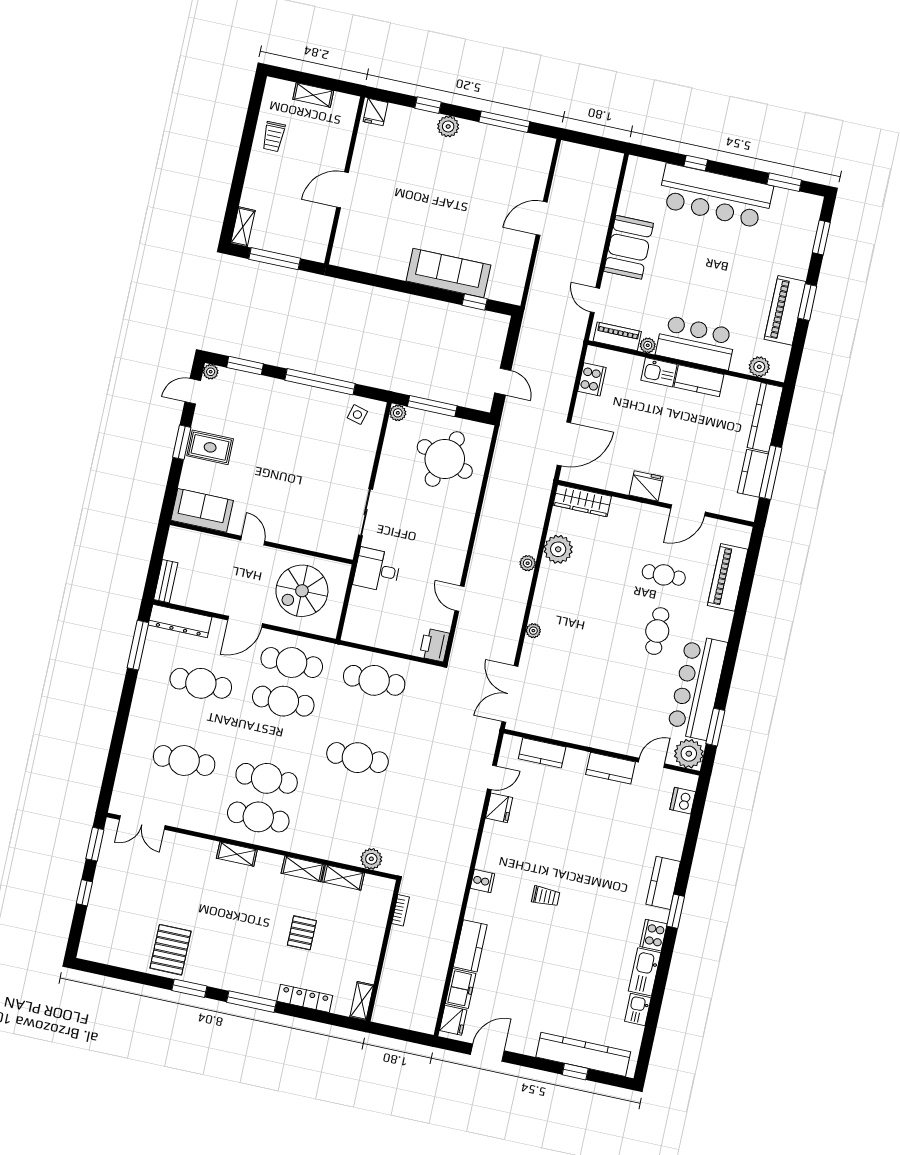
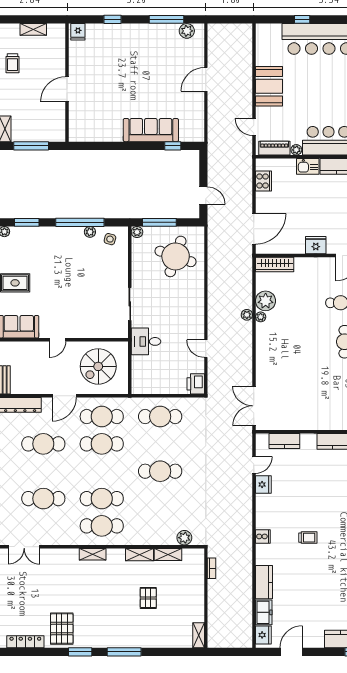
plant: (448, 126) -> (187, 31), moved
plant: (331, 398) -> (90, 232), added
door: (253, 541) -> (58, 340), swing flipped
plant: (533, 631) -> (261, 317), moved
locker: (305, 998) -> (25, 642), moved

